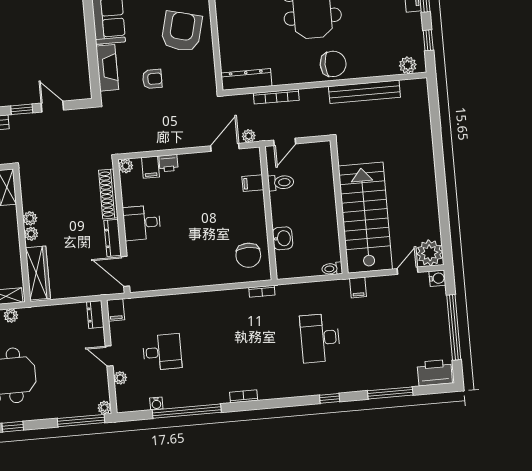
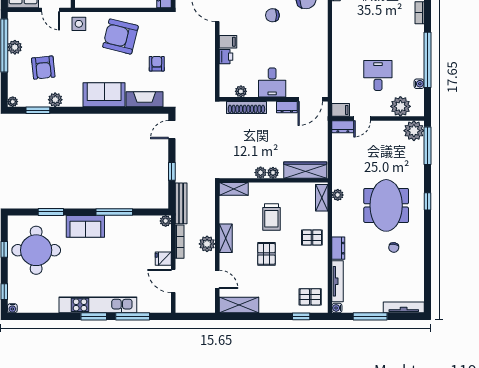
door: (52, 107) -> (172, 130), moved
plant: (126, 166) -> (241, 91), moved
filing cabinet: (150, 167) -> (228, 42), moved
chair: (224, 216) -> (272, 15), added
dresser: (113, 238) -> (287, 107), width x0.70
door: (109, 356) -> (362, 118), moved
plant: (120, 378) -> (400, 106), width x1.87, depth x1.87
plant: (104, 408) -> (414, 131), width x1.88, depth x1.88

